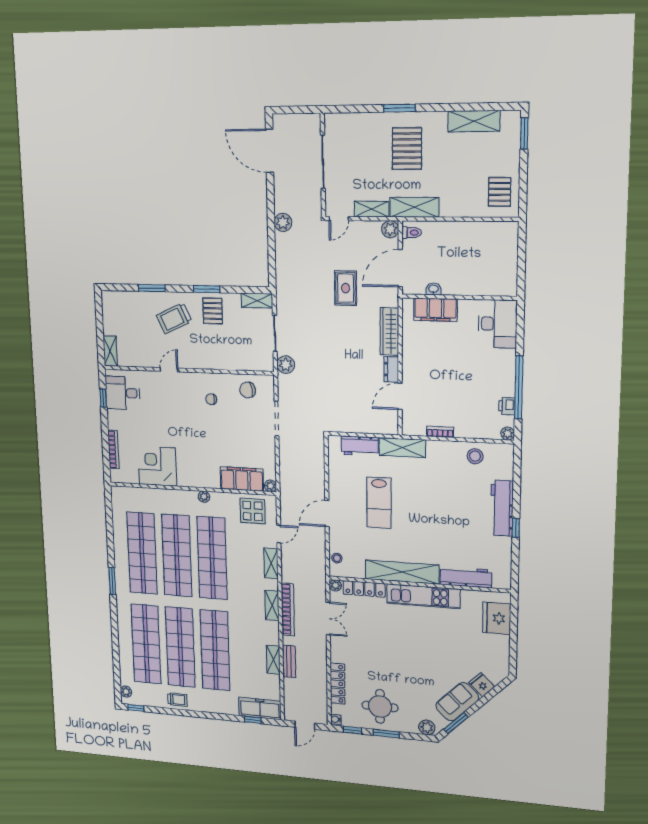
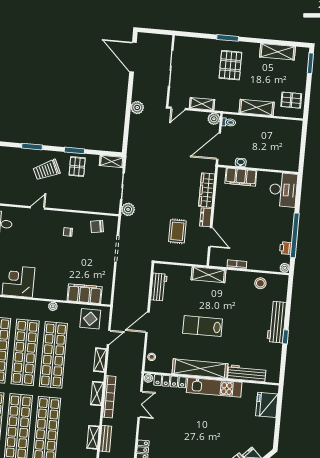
pallet: (500, 192) -> (291, 100), turned 90
shelving: (414, 207) -> (257, 107), moved
rug: (346, 288) -> (177, 231), moved
door: (400, 396) -> (210, 237), swing flipped
workbench: (360, 446) -> (159, 287), moved, turned -90
plant: (270, 486) -> (106, 300), removed
lab bench: (379, 503) -> (203, 326), moved, turned 90

